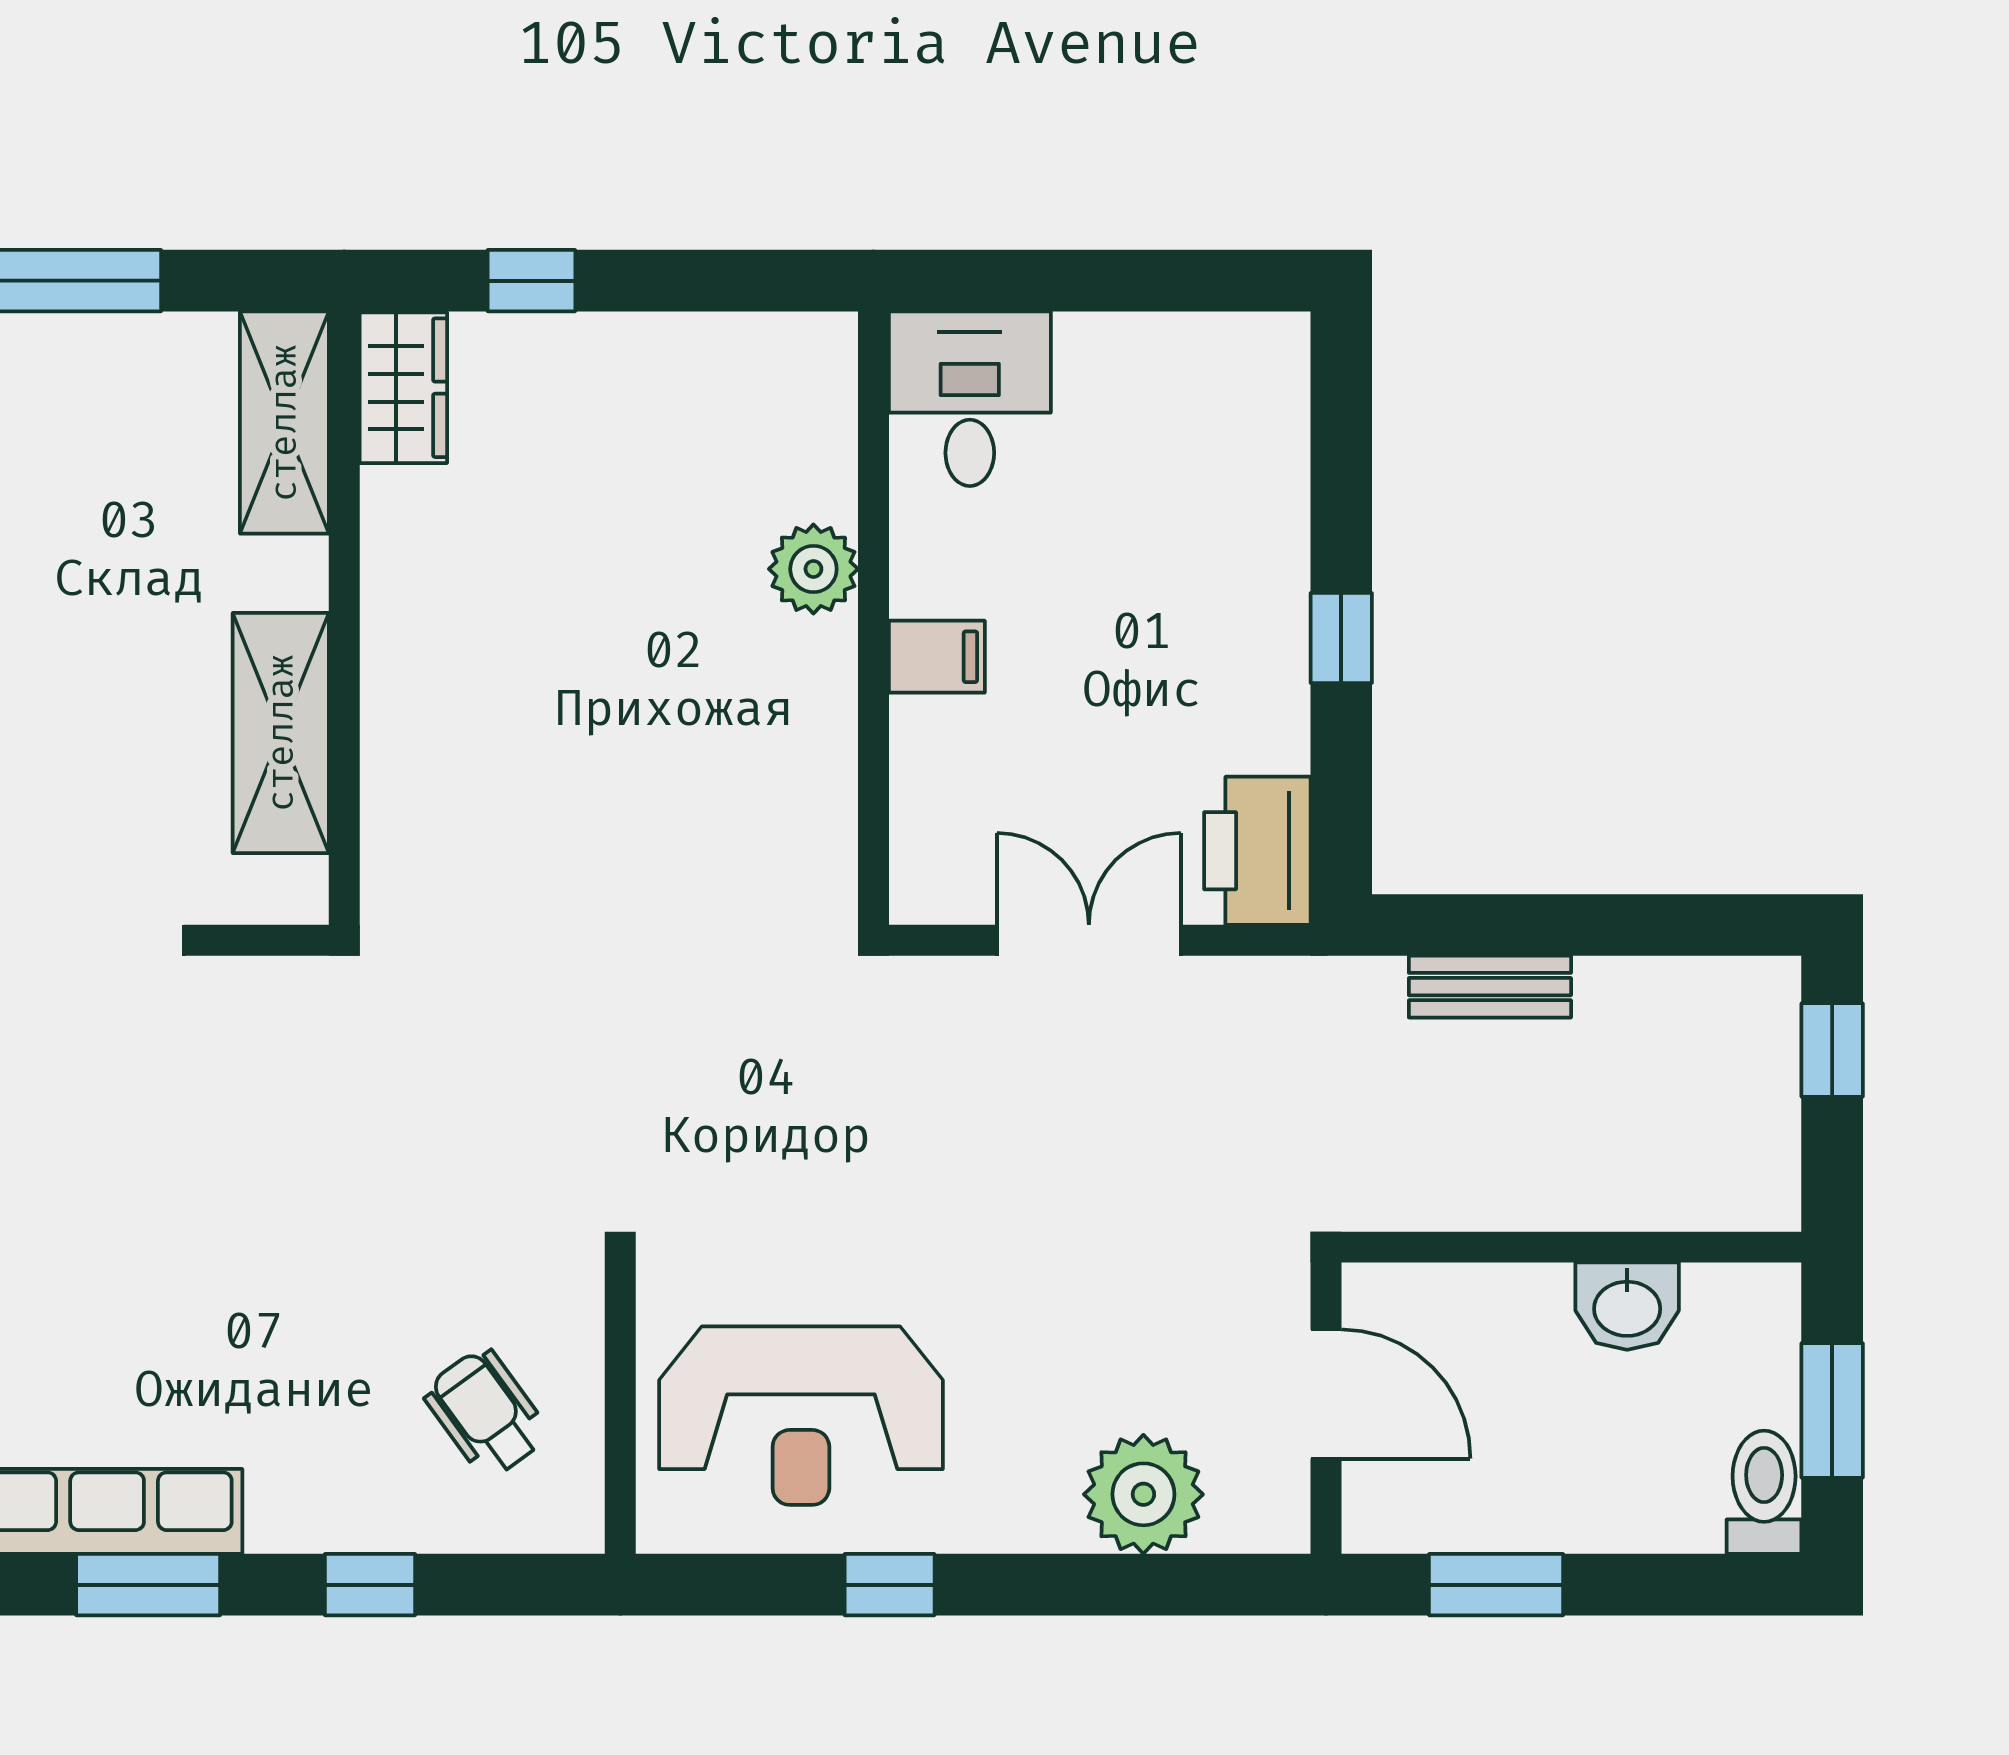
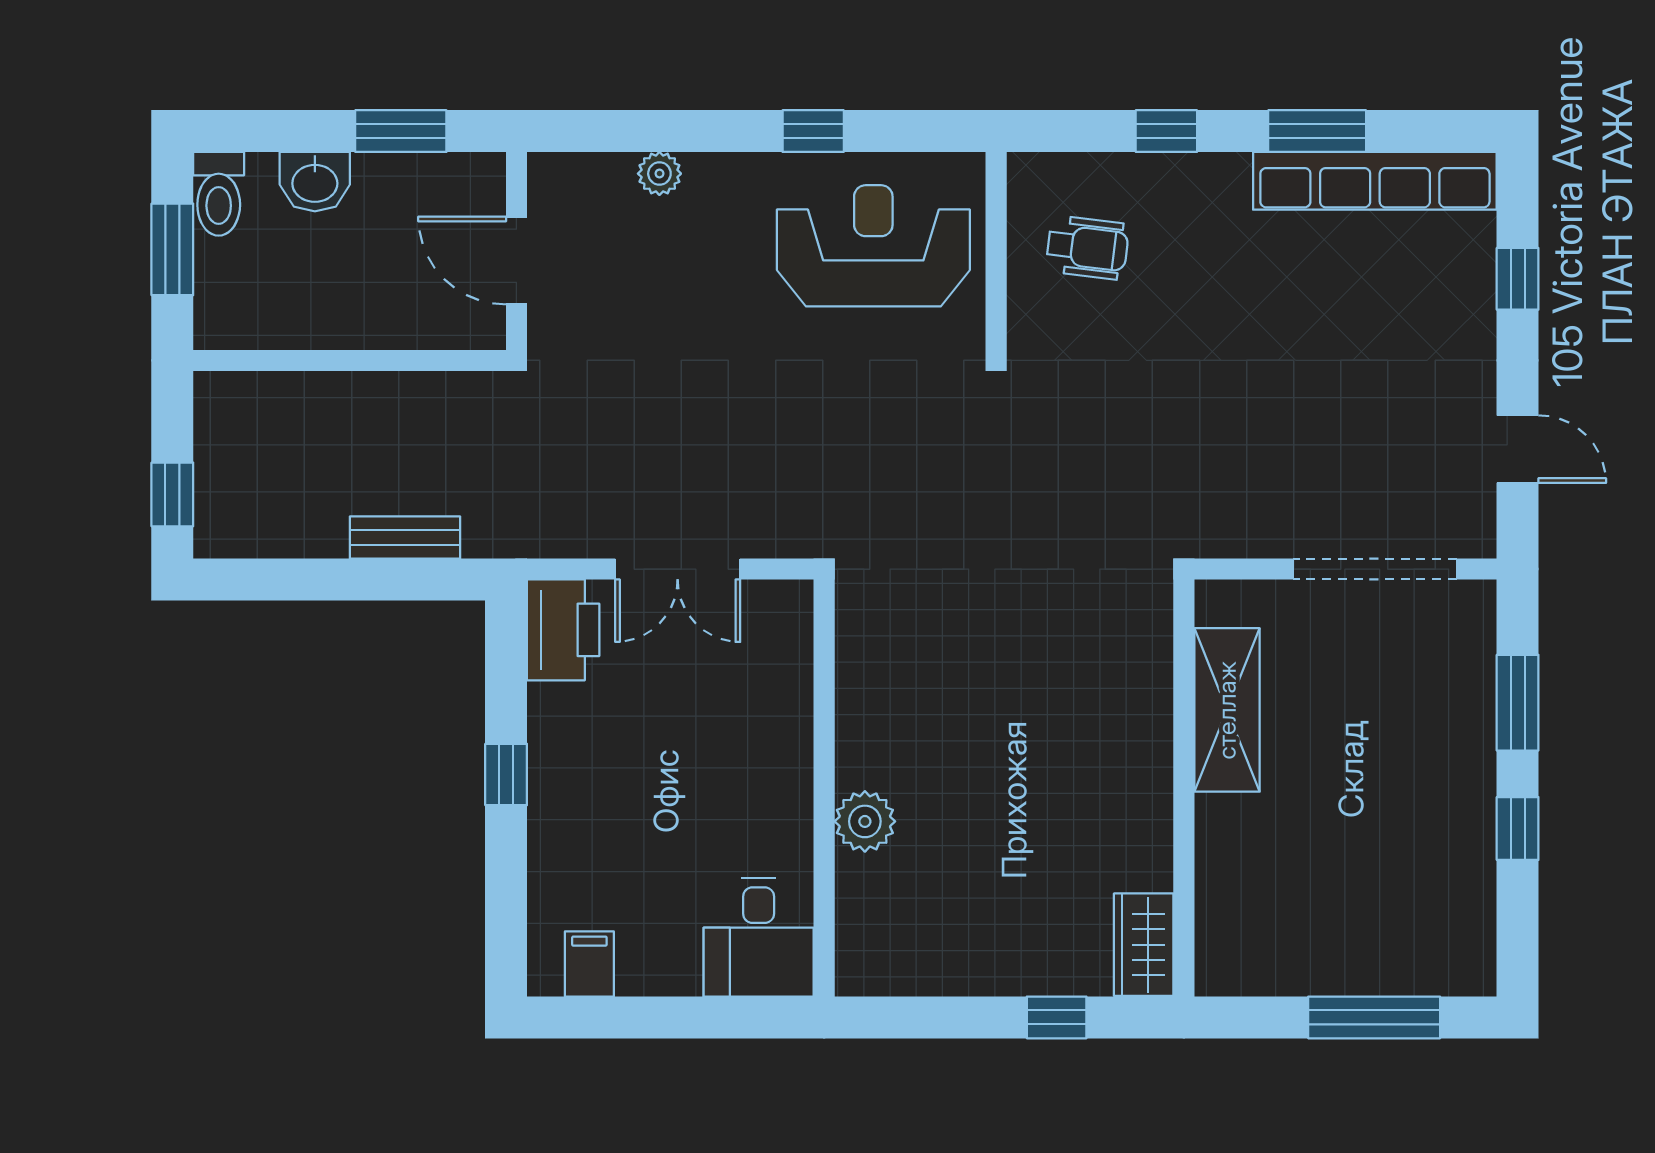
shelving: (284, 423) -> (1225, 921), removed
filing cabinet: (937, 657) -> (589, 964), moved, turned 90
washbasin: (1627, 1306) -> (315, 182), moved, turned 180
wheelchair: (486, 1413) -> (1087, 248), turned -47
plant: (1143, 1494) -> (659, 174), width x0.53, depth x0.53

